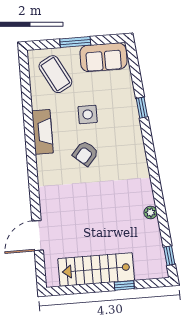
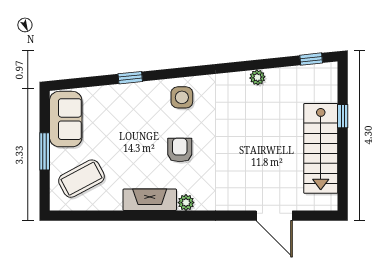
side table: (88, 114) -> (182, 97), moved
armchair: (85, 153) -> (180, 150), turned -131
plant: (43, 162) -> (186, 203), added

